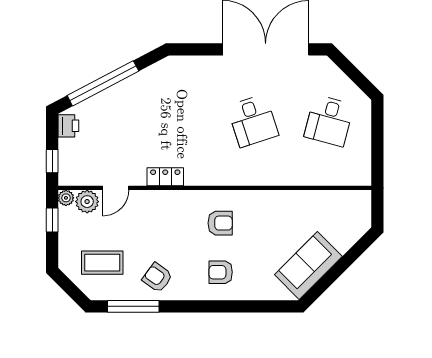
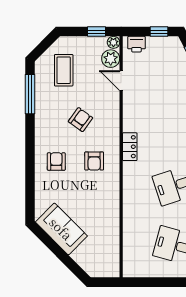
printer: (68, 126) -> (136, 44), moved
window: (52, 161) -> (159, 32), moved
locker: (165, 177) -> (130, 147), moved
armchair: (157, 278) -> (80, 120), moved

